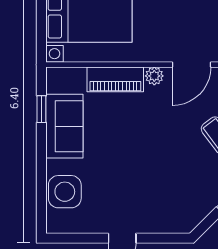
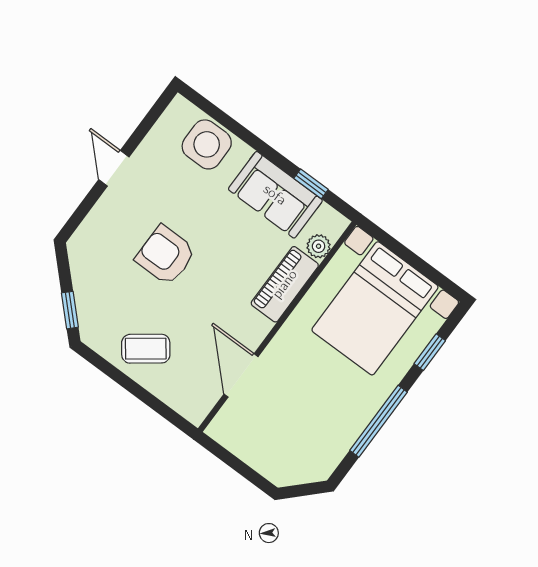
plant: (154, 76) -> (319, 246), moved
armchair: (152, 166) -> (166, 255), added

